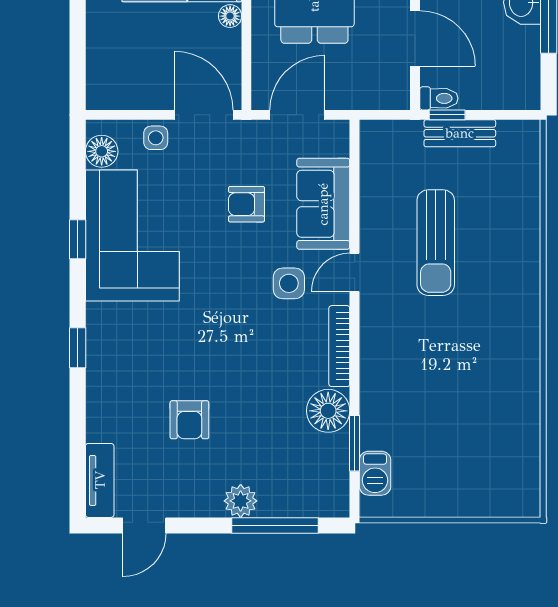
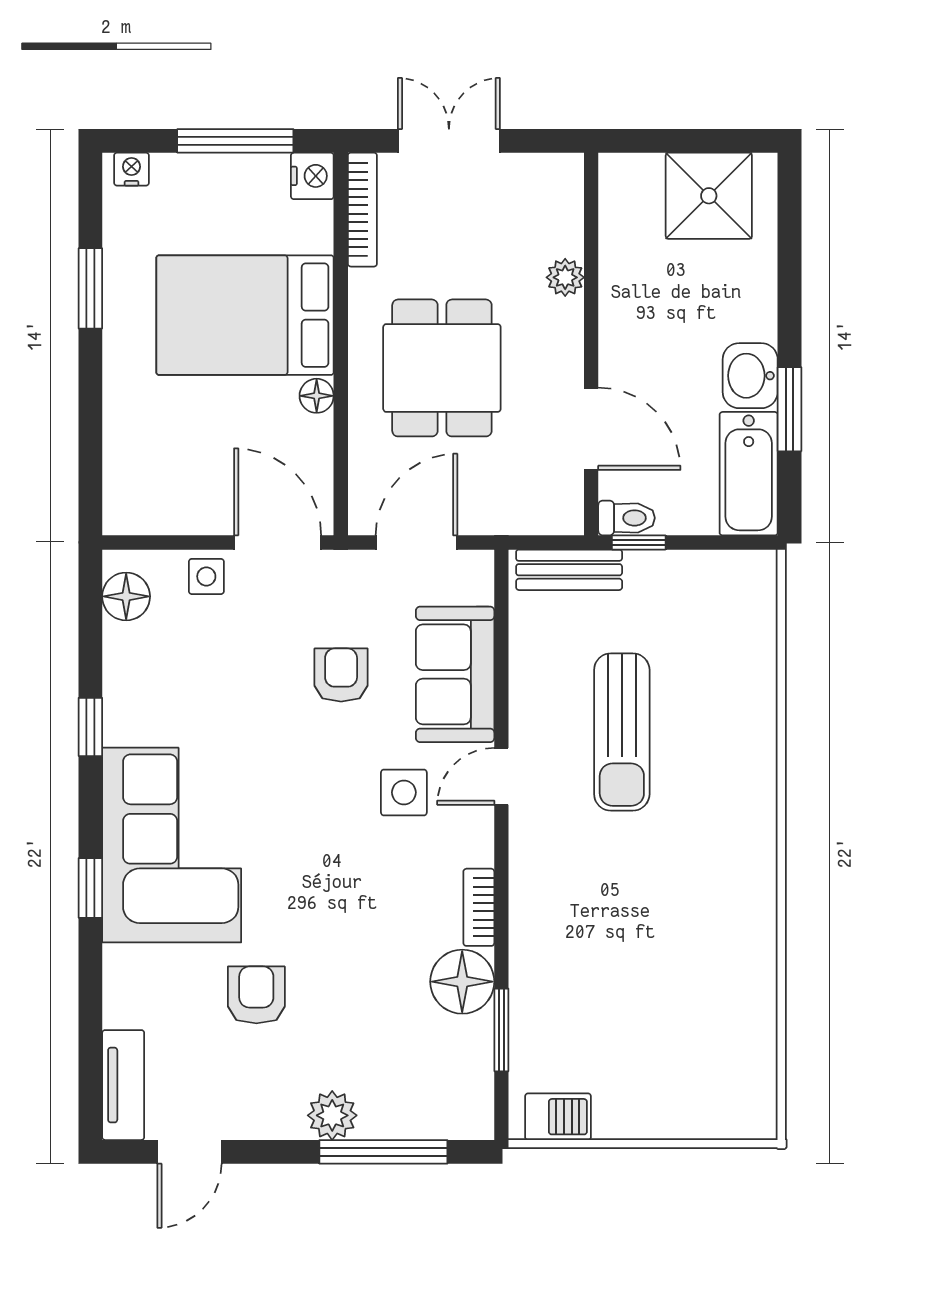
bathtub: (521, 69) -> (749, 474), added
bench: (460, 133) -> (569, 570), moved
armchair: (246, 204) -> (341, 675), turned 90
corner sofa: (132, 236) -> (172, 845), moved
bookcase: (339, 346) -> (479, 907), width x0.64
armchair: (189, 420) -> (256, 995), turned 180
barbecue: (375, 473) -> (558, 1117), moved, turned -90

